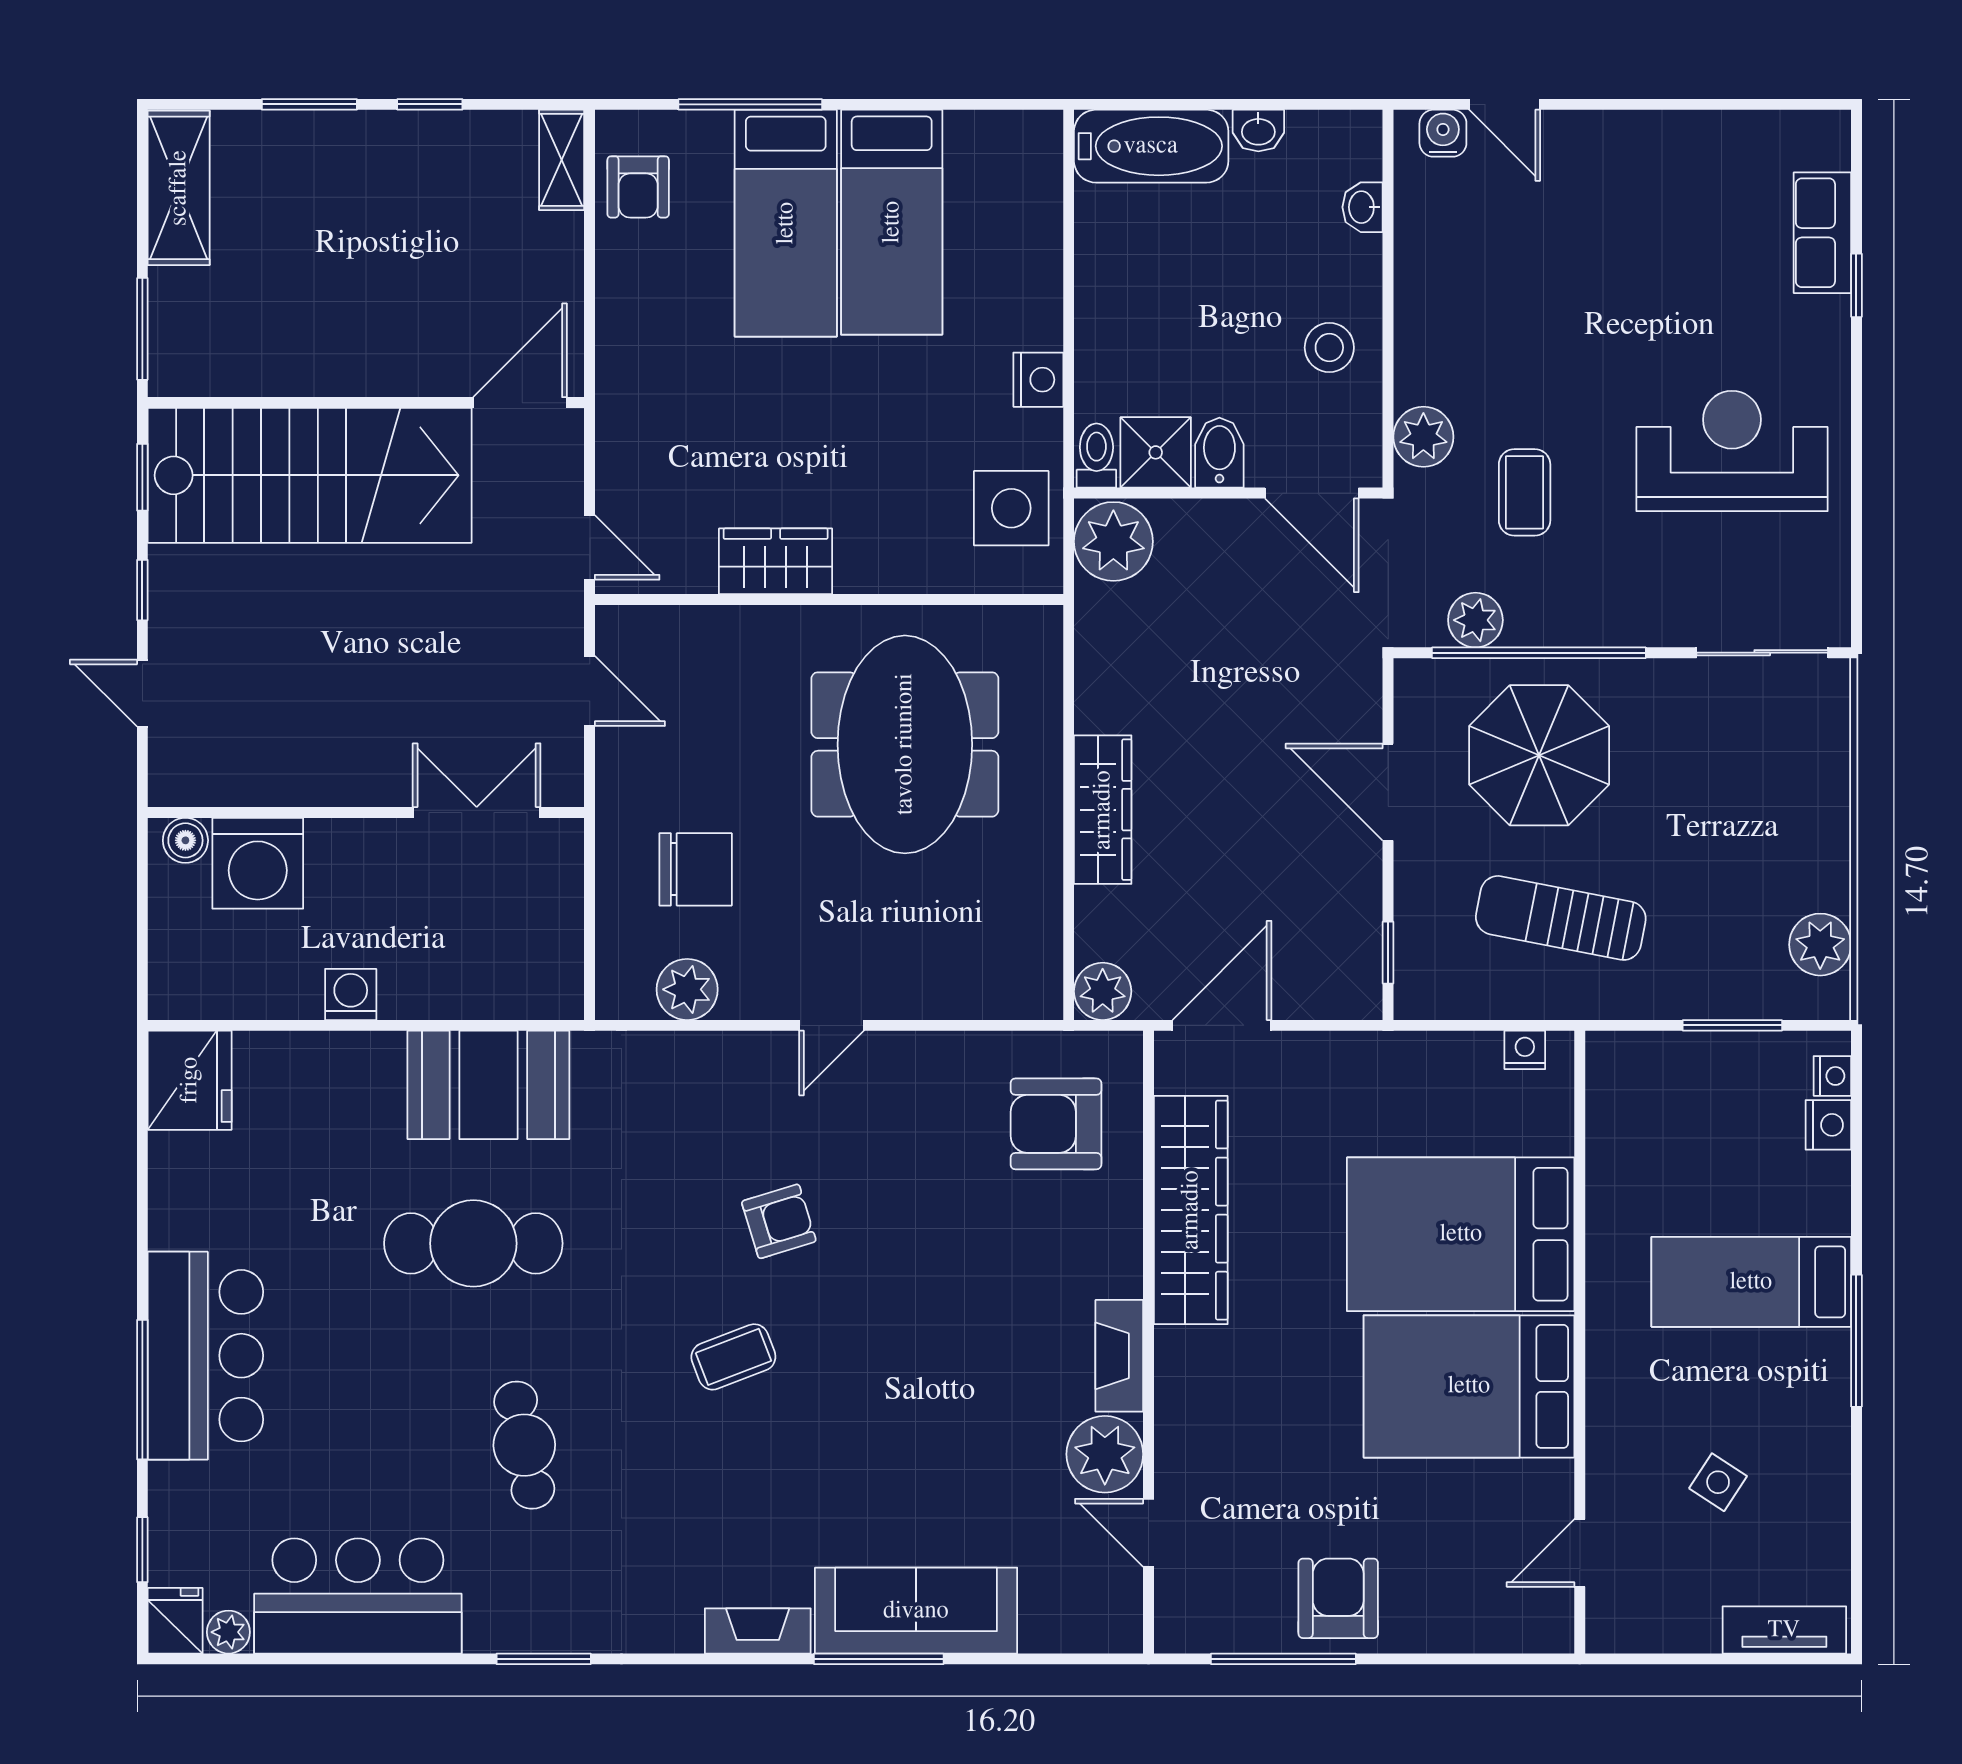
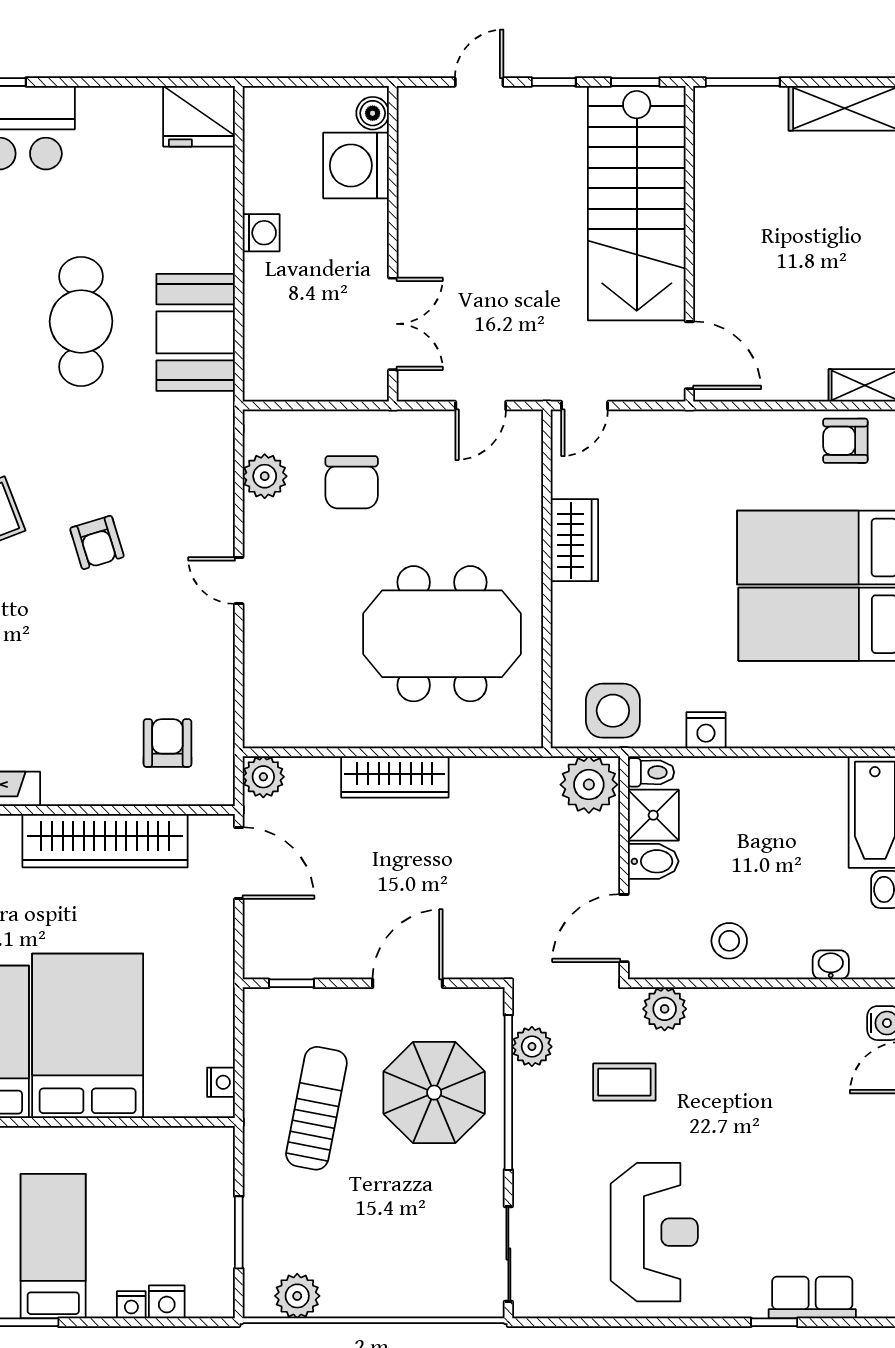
nightstand: (1832, 1076) -> (131, 1305), moved
armchair: (1056, 1124) -> (167, 743), width x0.72, depth x0.72

